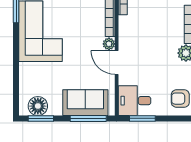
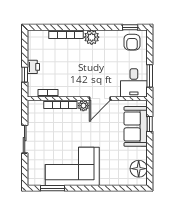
window: (41, 118) -> (150, 166), removed
window: (88, 118) -> (150, 124), width x0.46

